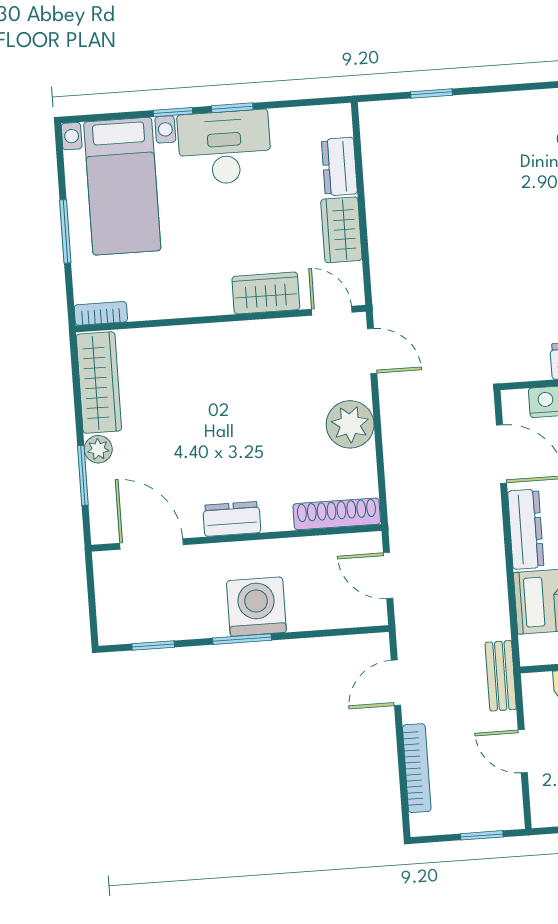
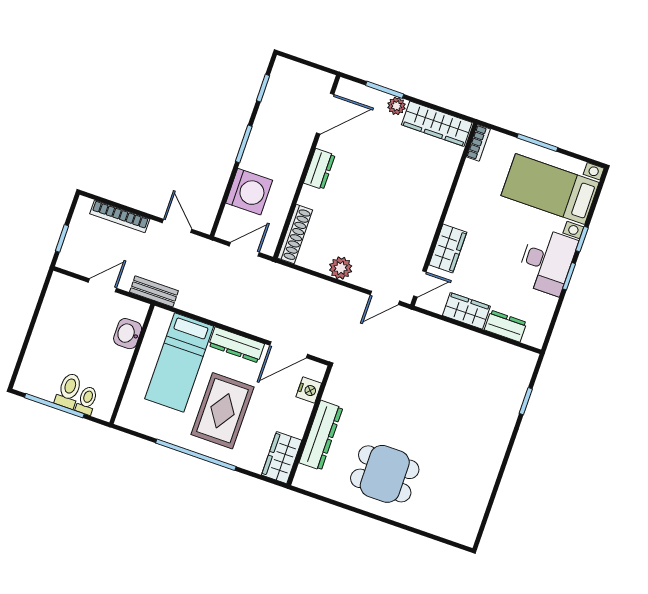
plant: (350, 424) -> (341, 268), width x0.73, depth x0.73
washing machine: (256, 607) -> (249, 192), moved

